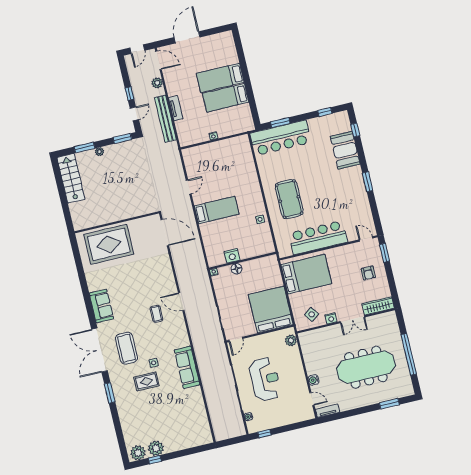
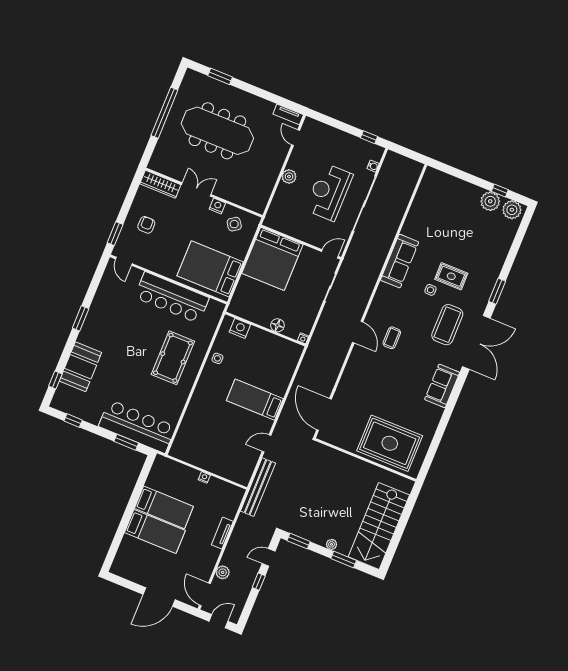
bench: (165, 119) -> (258, 487), moved
stairs: (71, 178) -> (379, 526), width x1.36, depth x1.51
nightstand: (232, 256) -> (240, 328), moved
plant: (291, 340) -> (289, 176), moved
water cooler: (314, 380) -> (280, 156), removed

